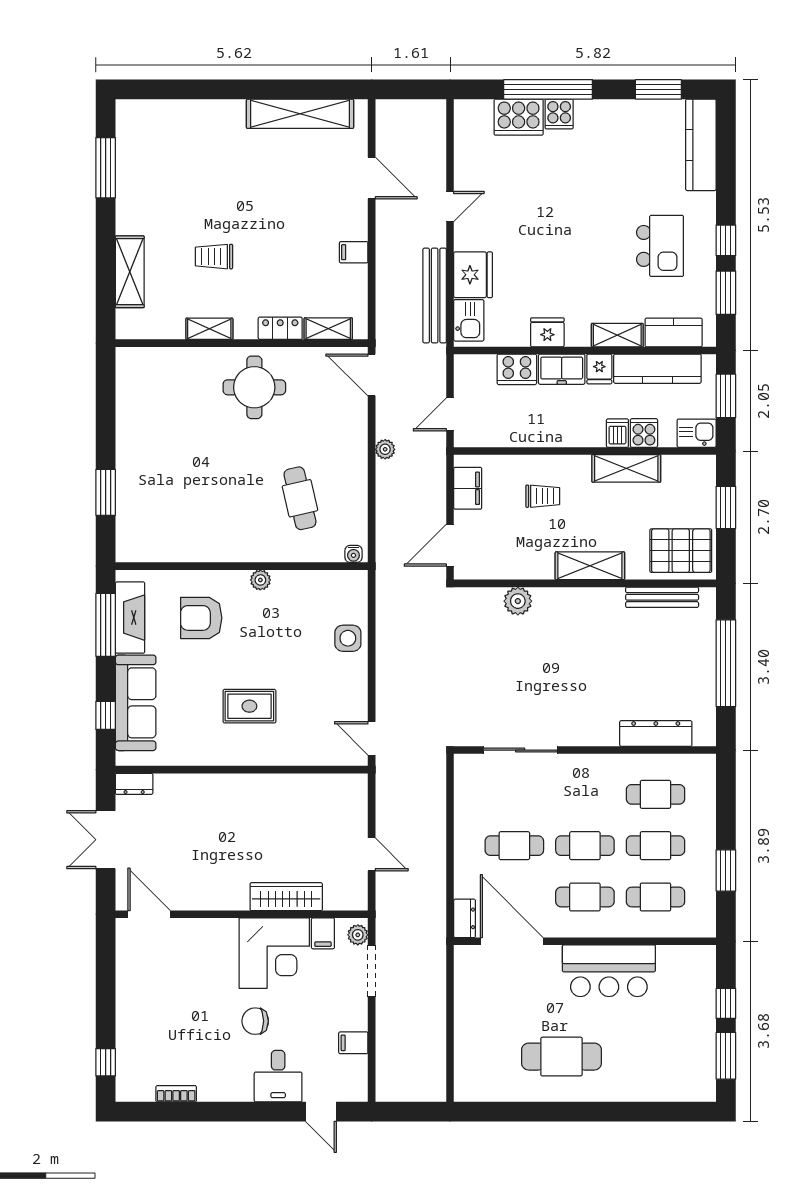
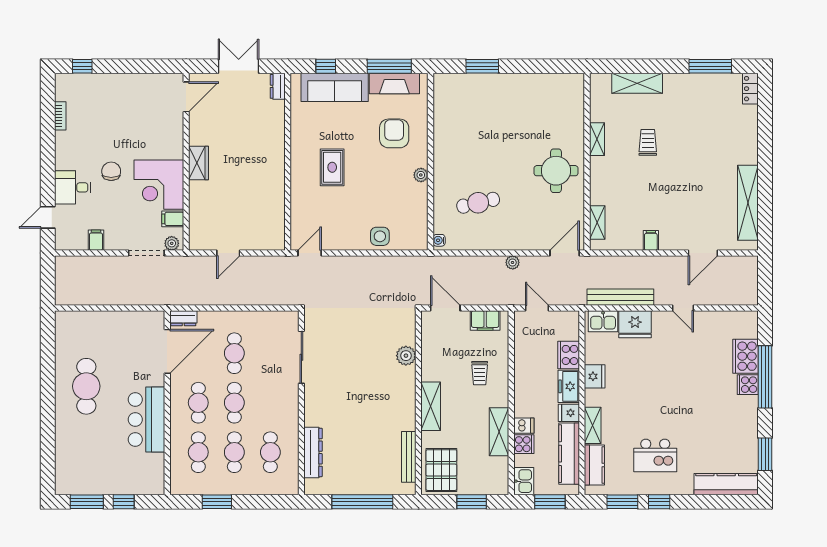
locker: (280, 328) -> (750, 89), moved, turned 180
wardrobe: (286, 897) -> (199, 163), moved, width x0.67

